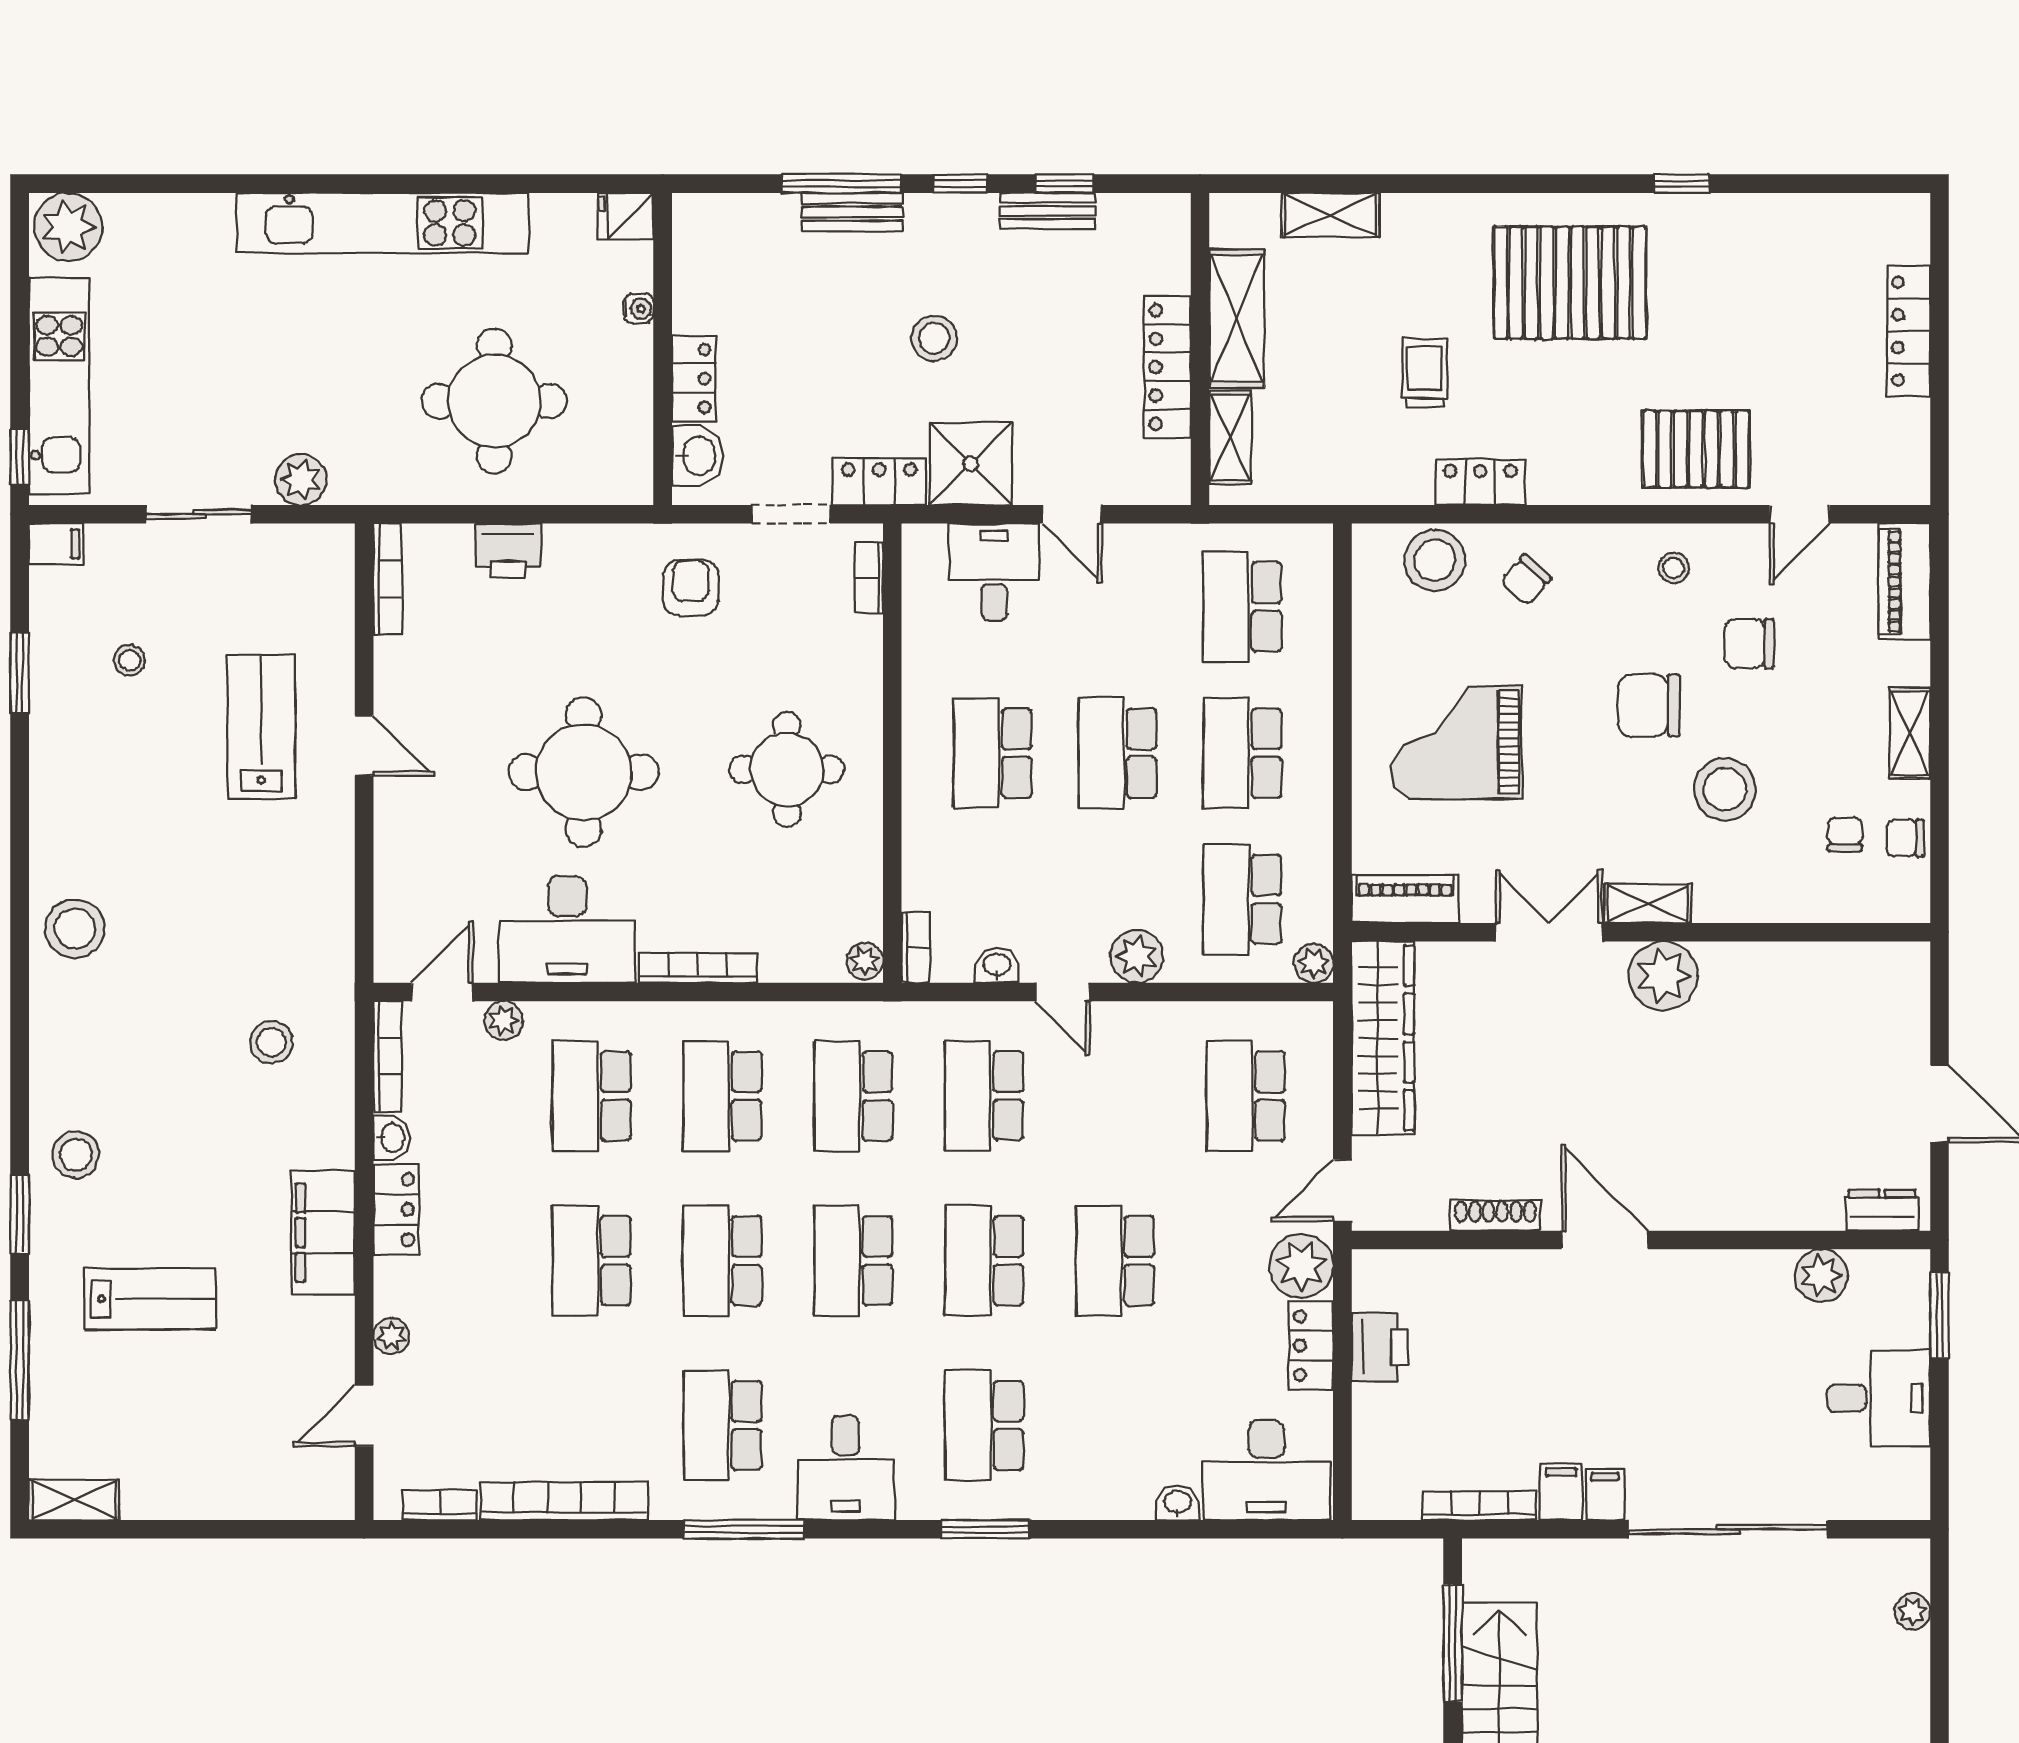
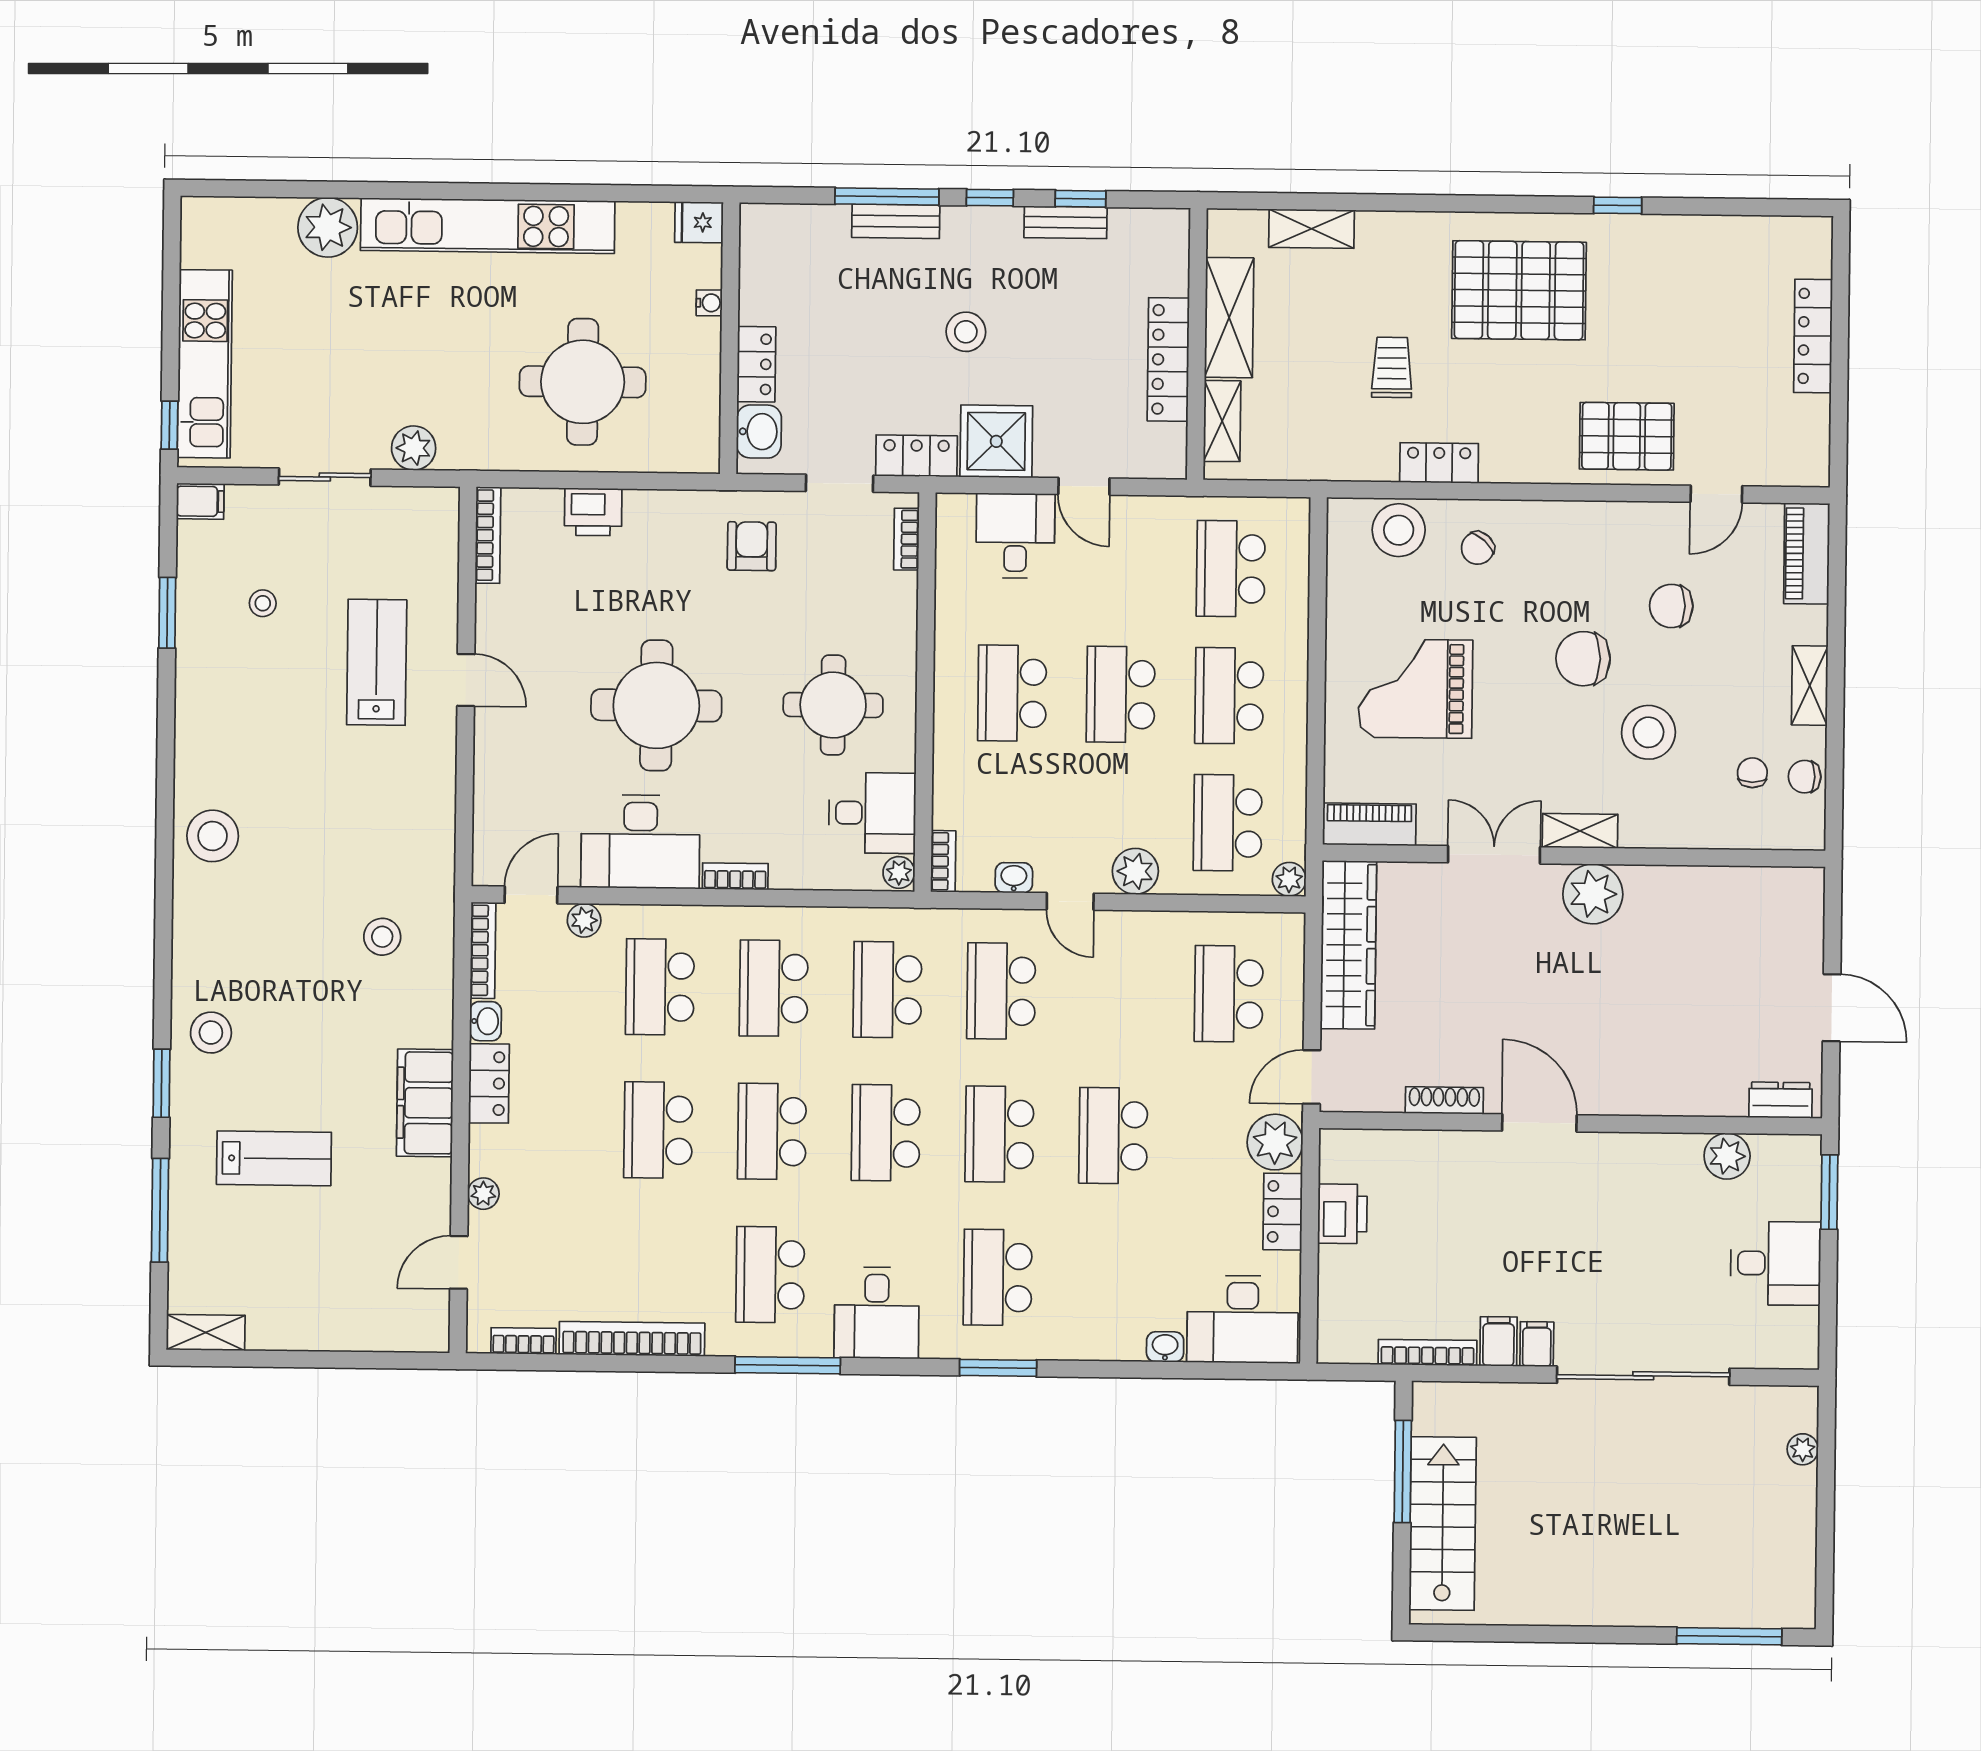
plant: (68, 227) -> (328, 227), moved
stool: (1674, 568) -> (1606, 539), removed
desk: (833, 893) -> (872, 813), added
bookcase: (698, 968) -> (735, 876), width x0.64

